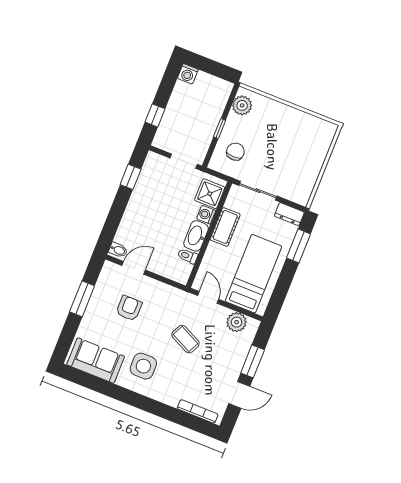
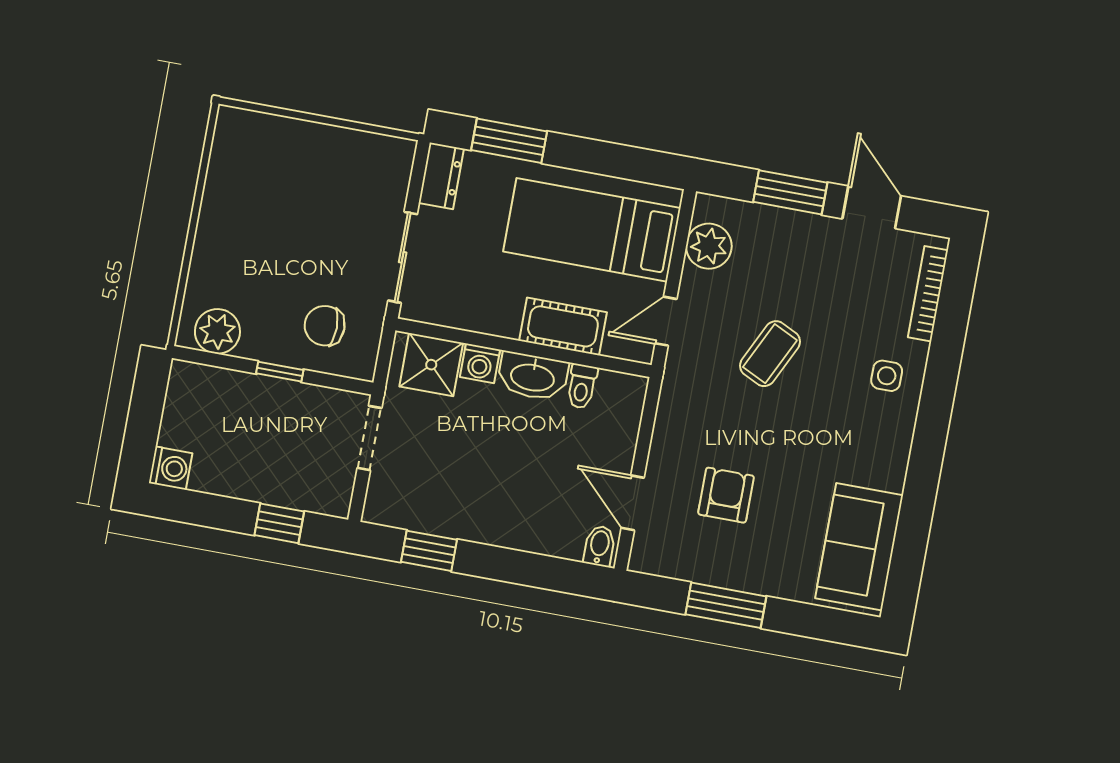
cot: (225, 227) -> (563, 326), moved
armchair: (129, 308) -> (726, 495), turned 90
side table: (143, 366) -> (887, 376), moved, width x0.54, depth x0.54

